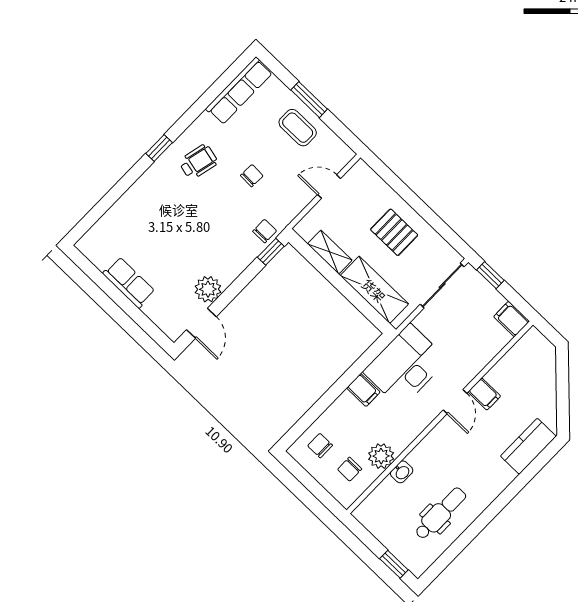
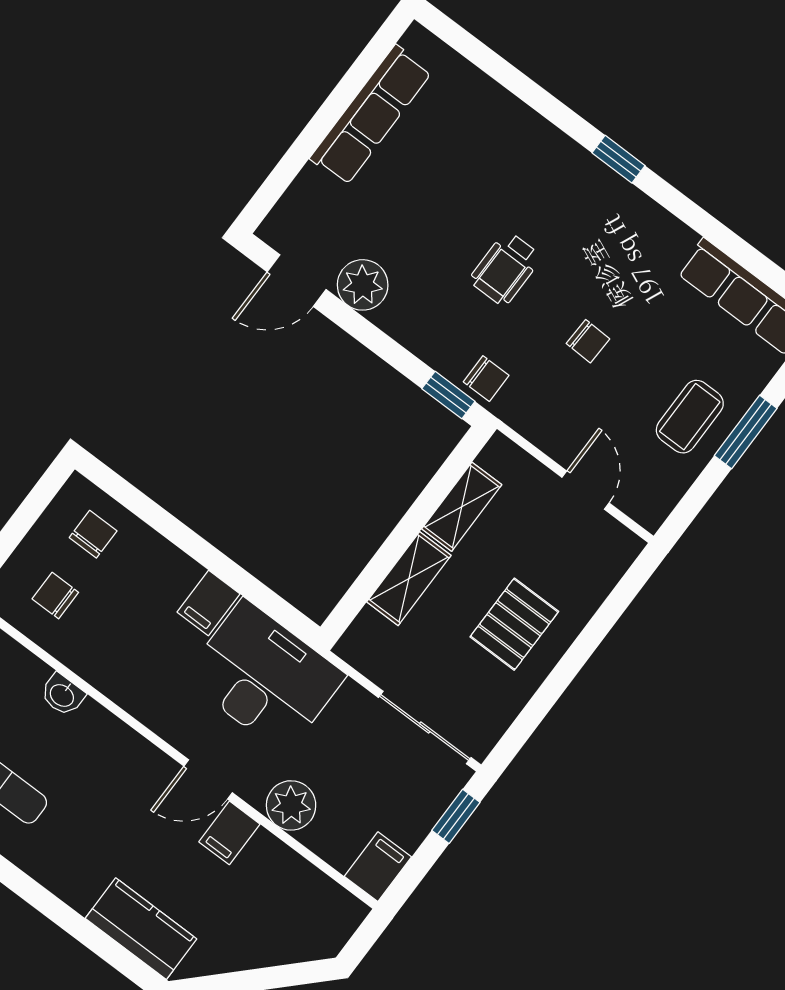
wheelchair: (198, 162) -> (505, 269), moved, turned 77
row of seats: (129, 282) -> (371, 115), width x1.48
shelving: (374, 290) -> (409, 579), width x0.67, depth x0.75
plant: (381, 456) -> (291, 805), moved

